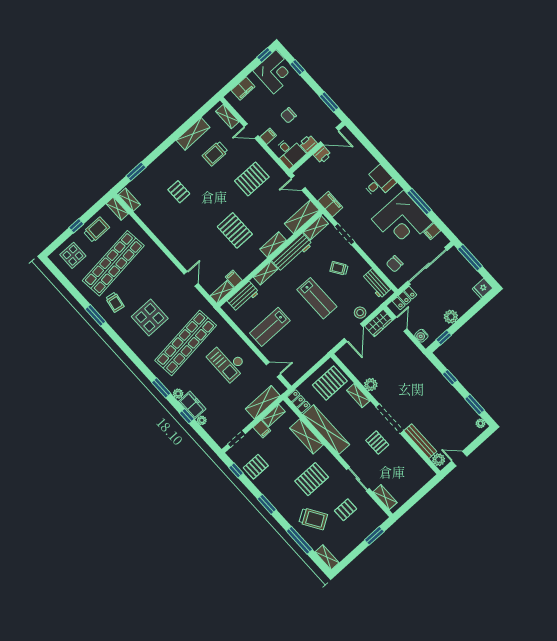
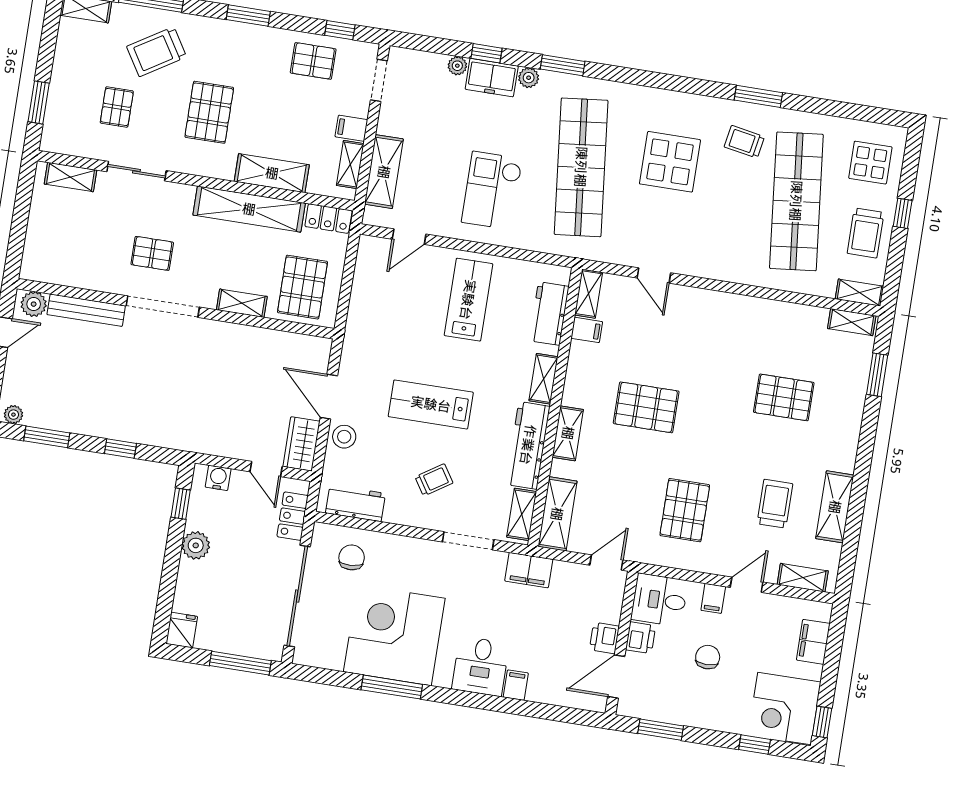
pallet: (179, 192) -> (784, 397), width x1.50, depth x1.42
filing cabinet: (432, 231) -> (516, 685), moved
checkout: (227, 362) -> (492, 191), turned -90
plant: (371, 385) -> (236, 337), removed
pallet: (256, 467) -> (313, 61), turned 90

